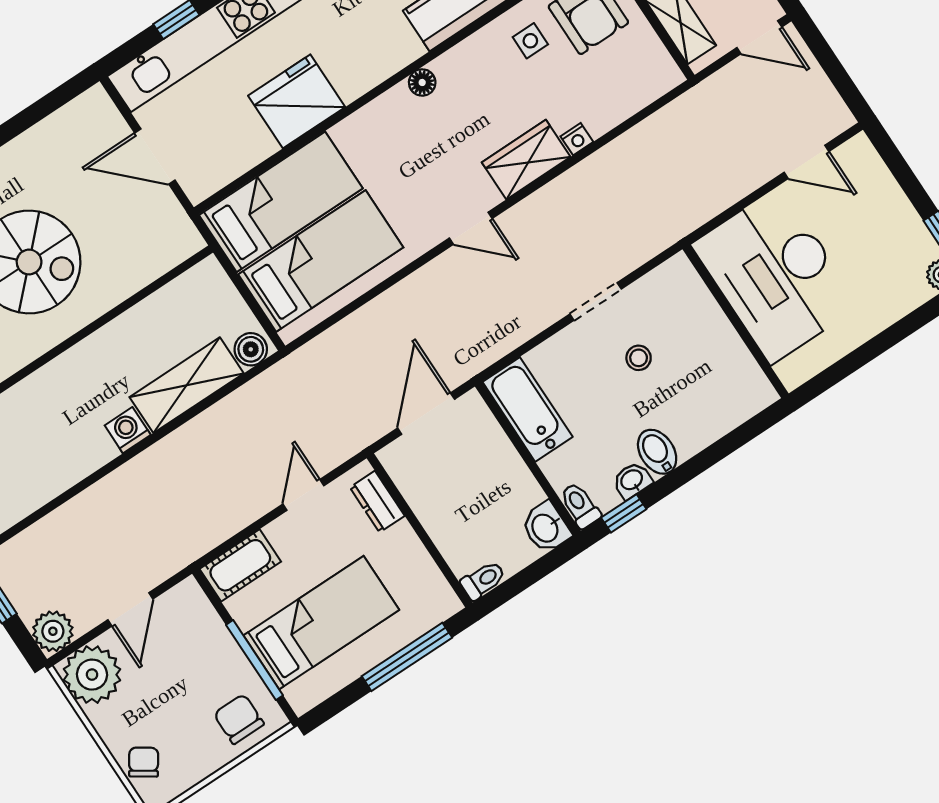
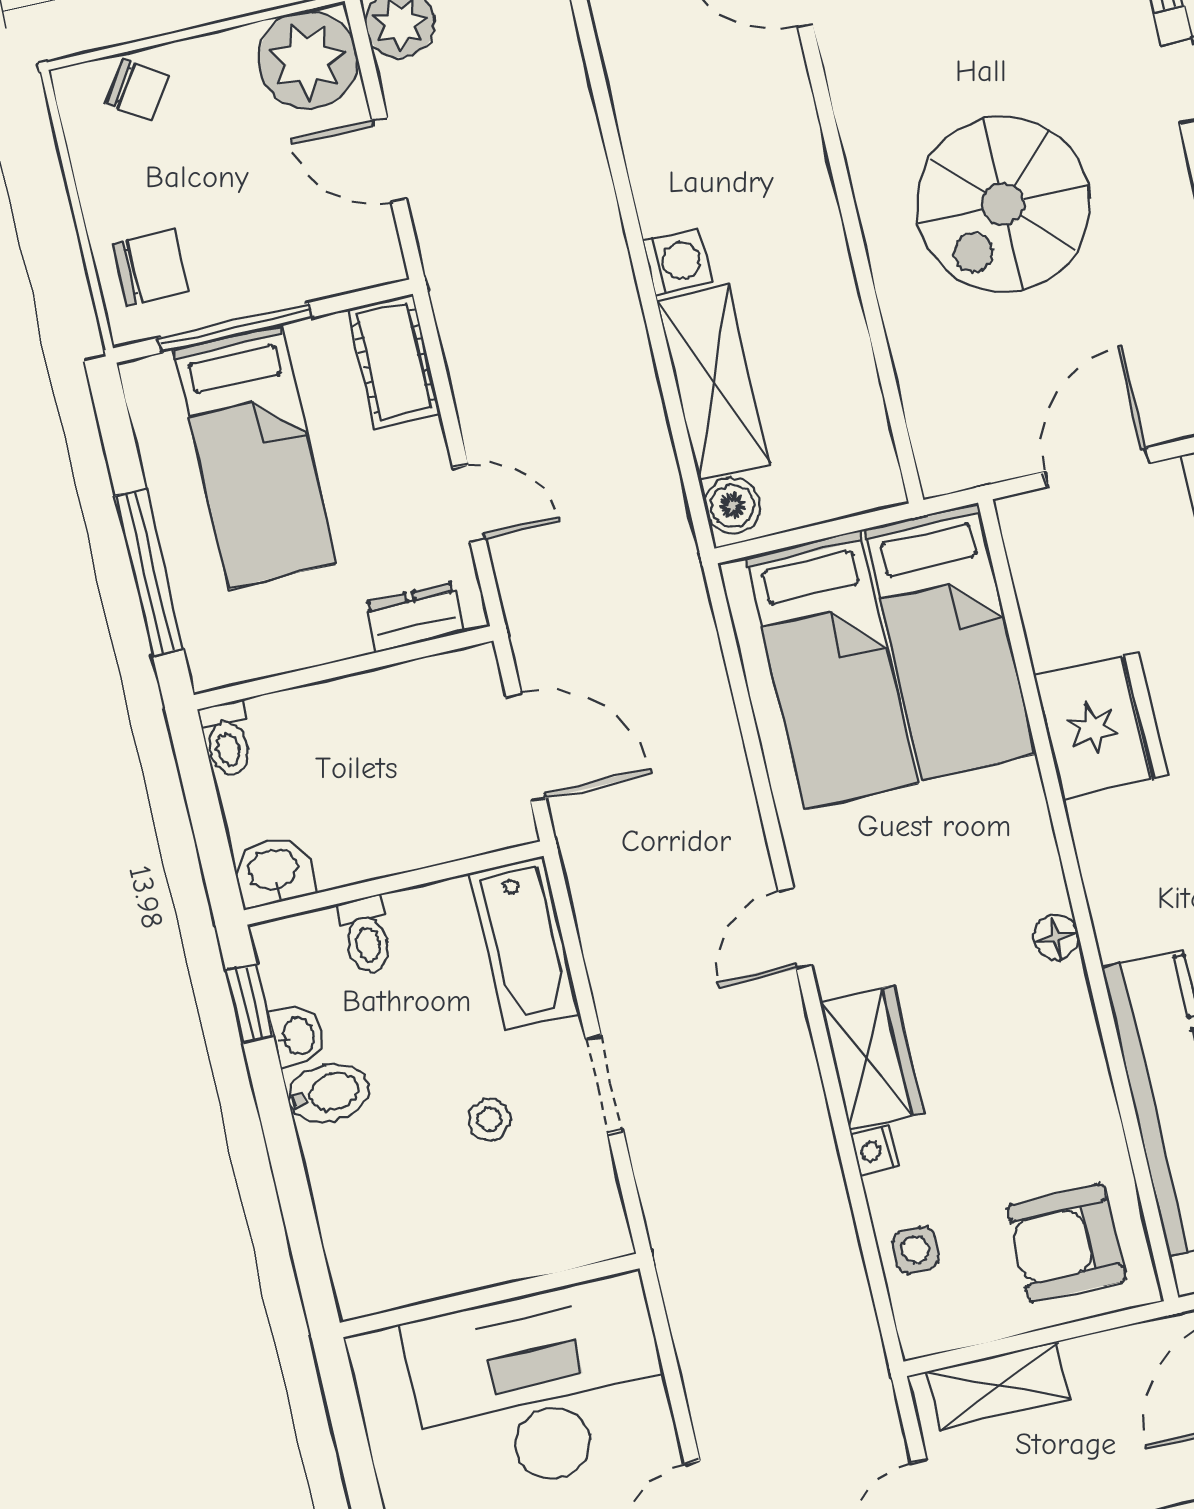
side table: (530, 41) -> (916, 1250), moved
bathtub: (528, 409) -> (525, 944), moved, turned 90
toilet: (580, 505) -> (366, 935), moved, turned 90

